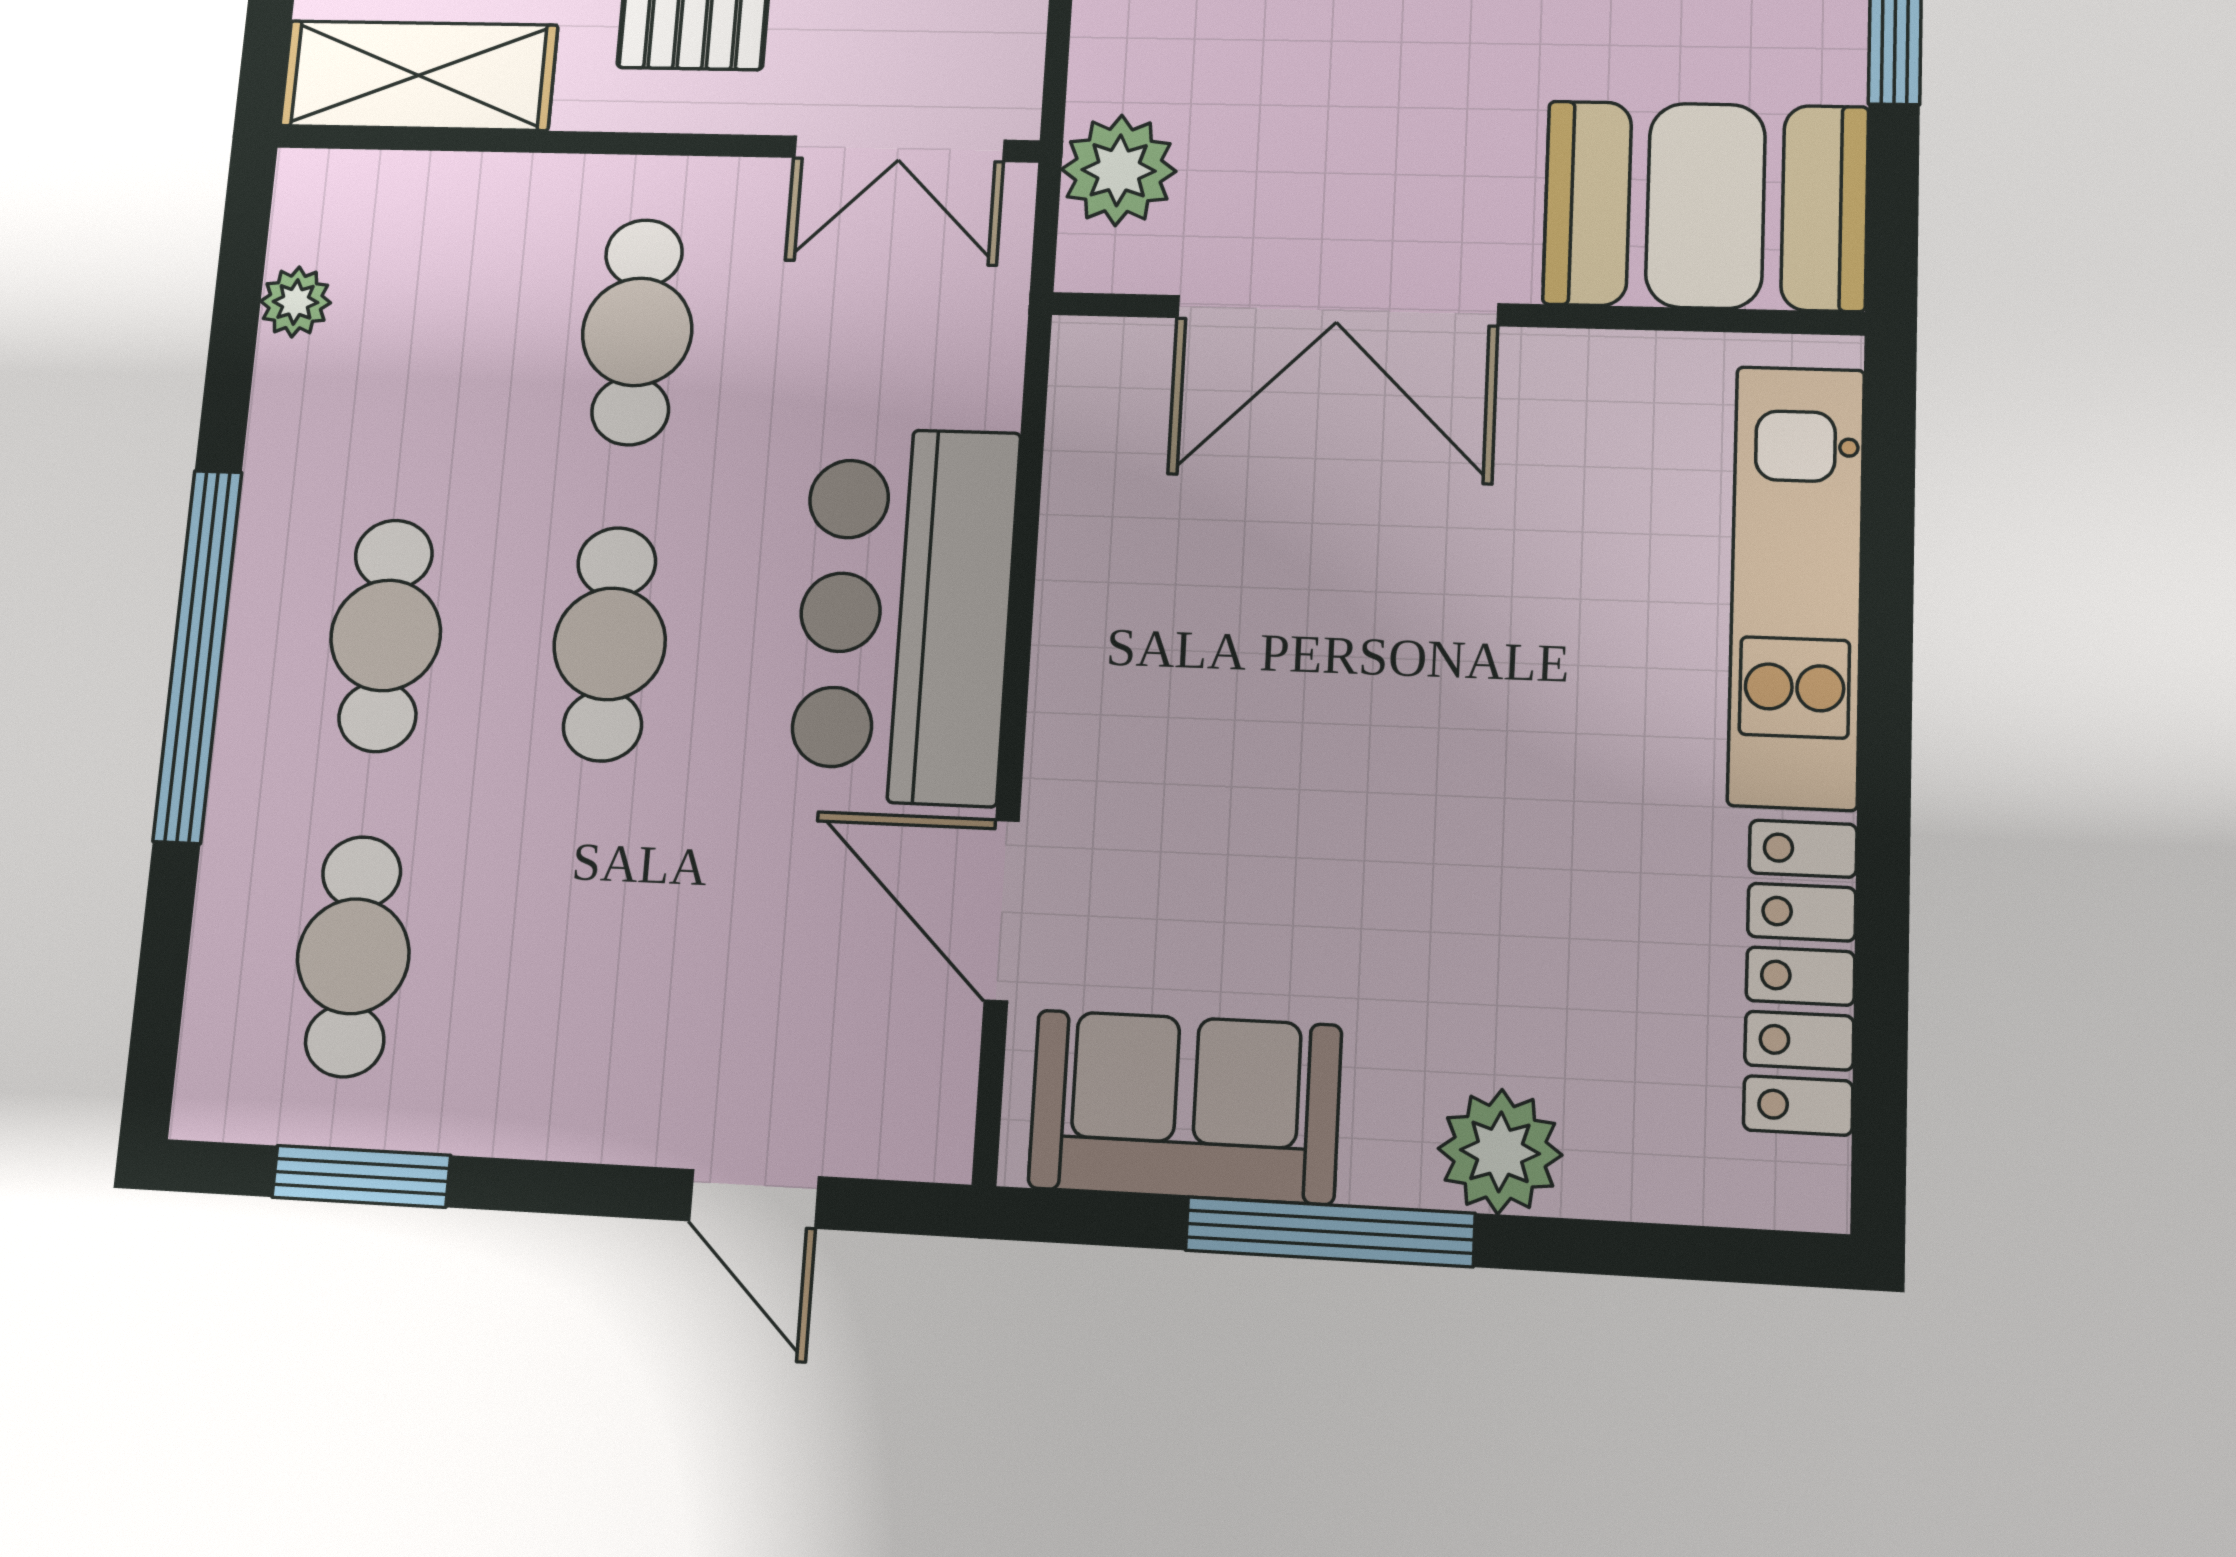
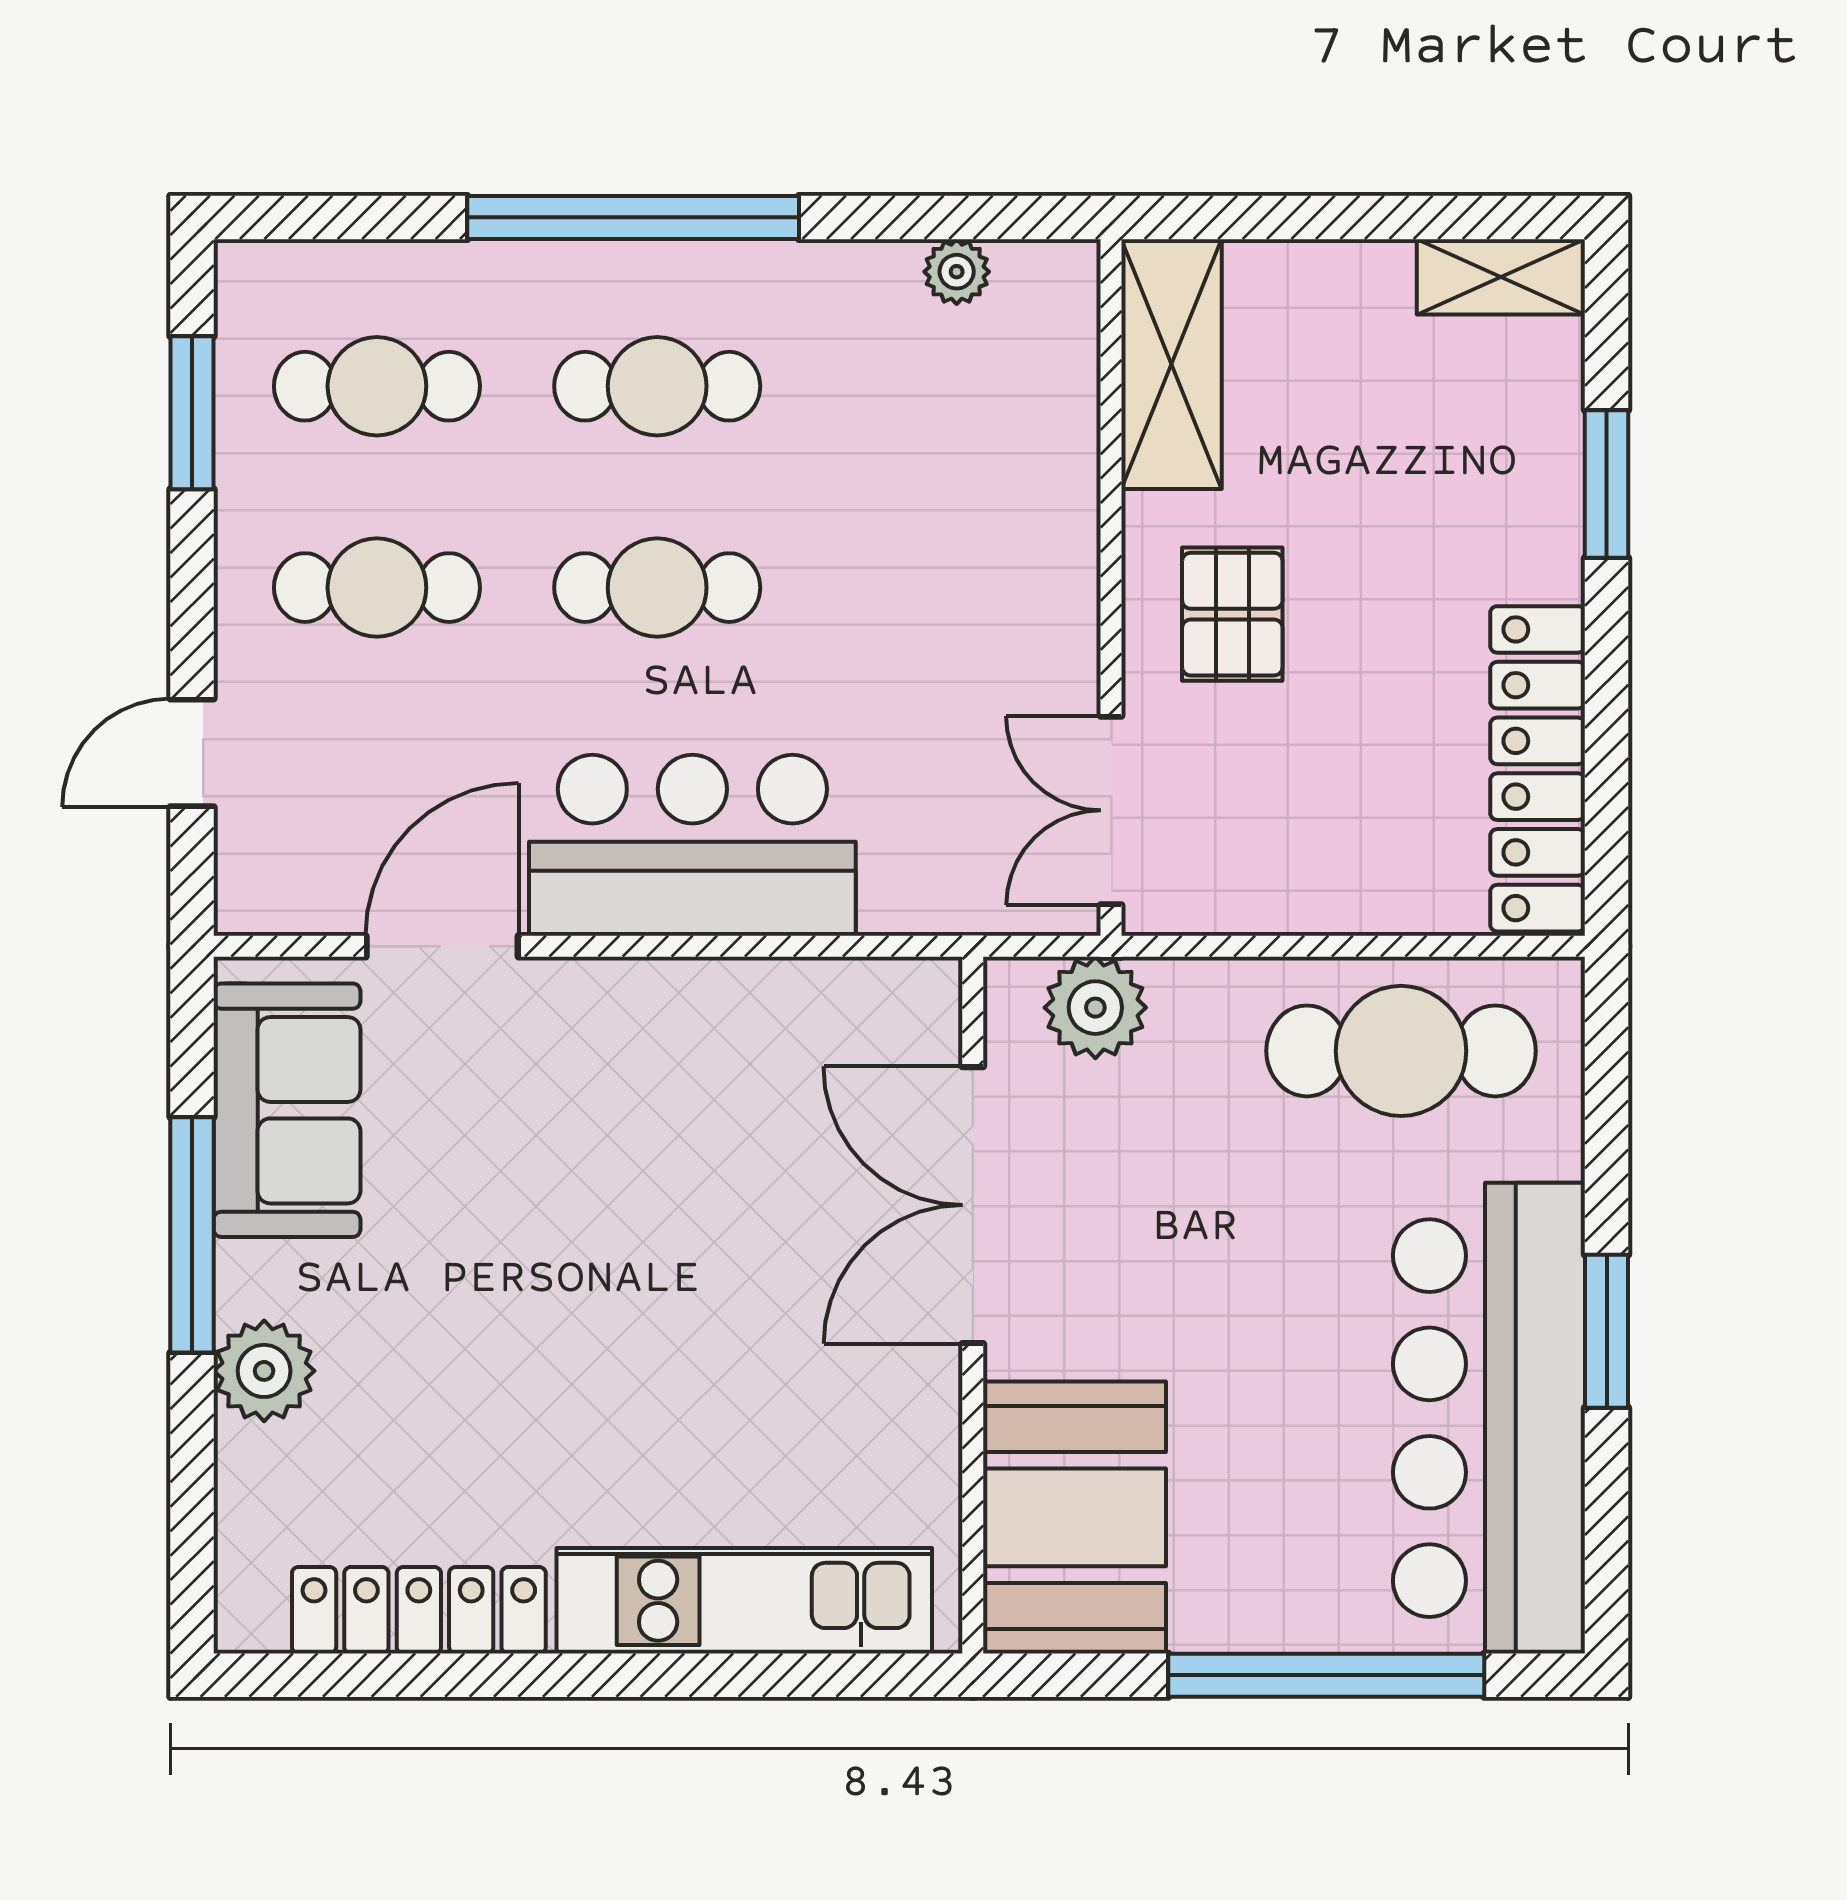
cafe table: (637, 332) -> (377, 588), moved

